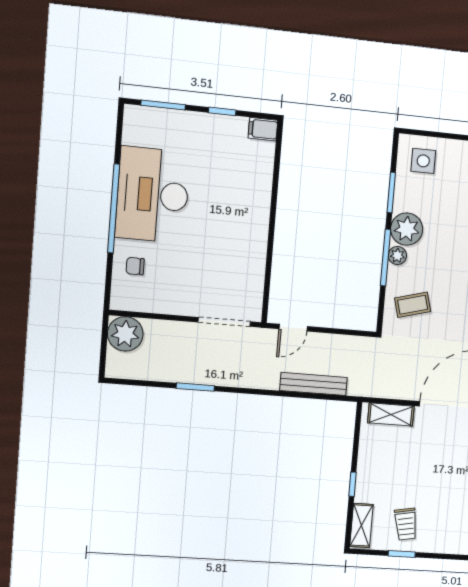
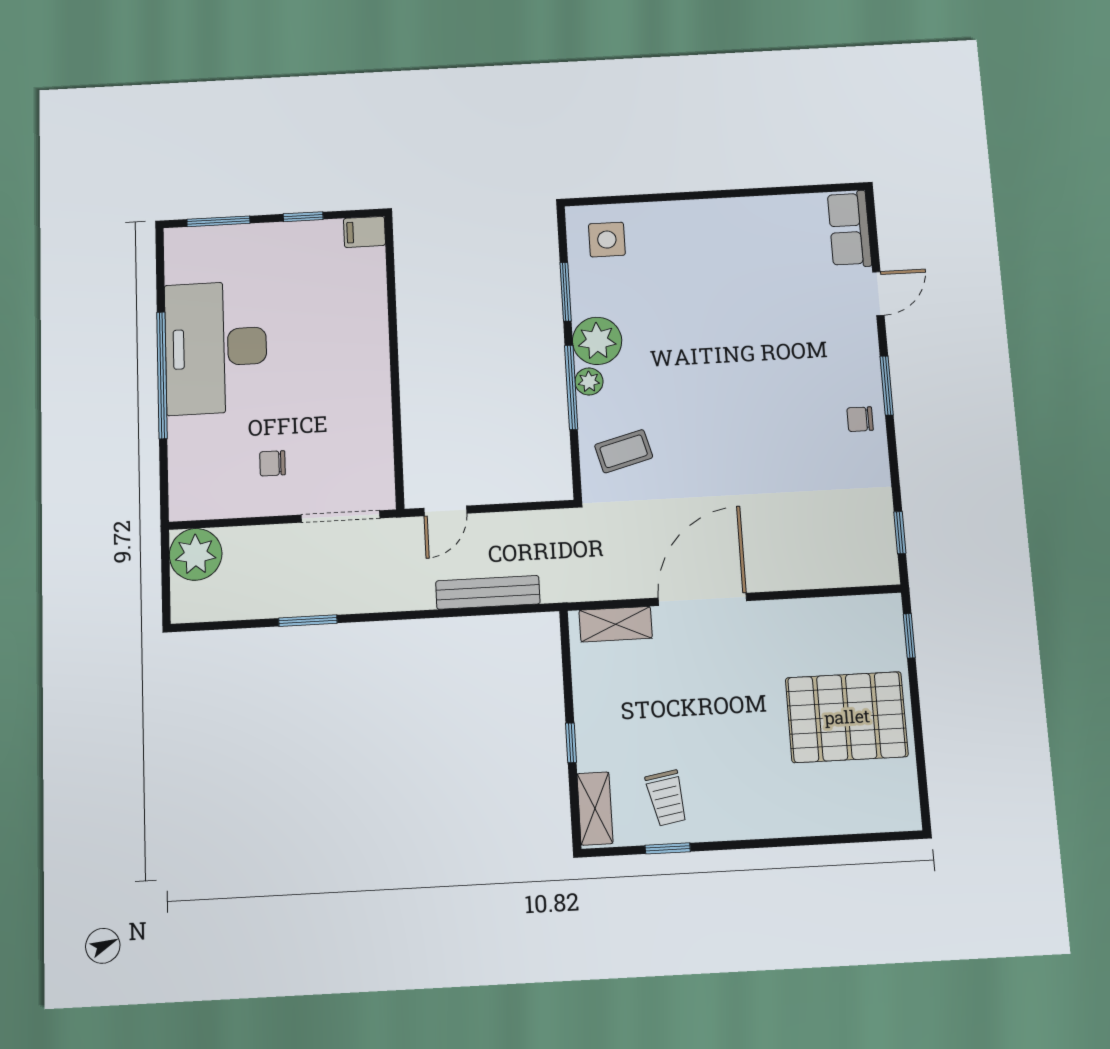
chair: (135, 266) -> (272, 463), moved

